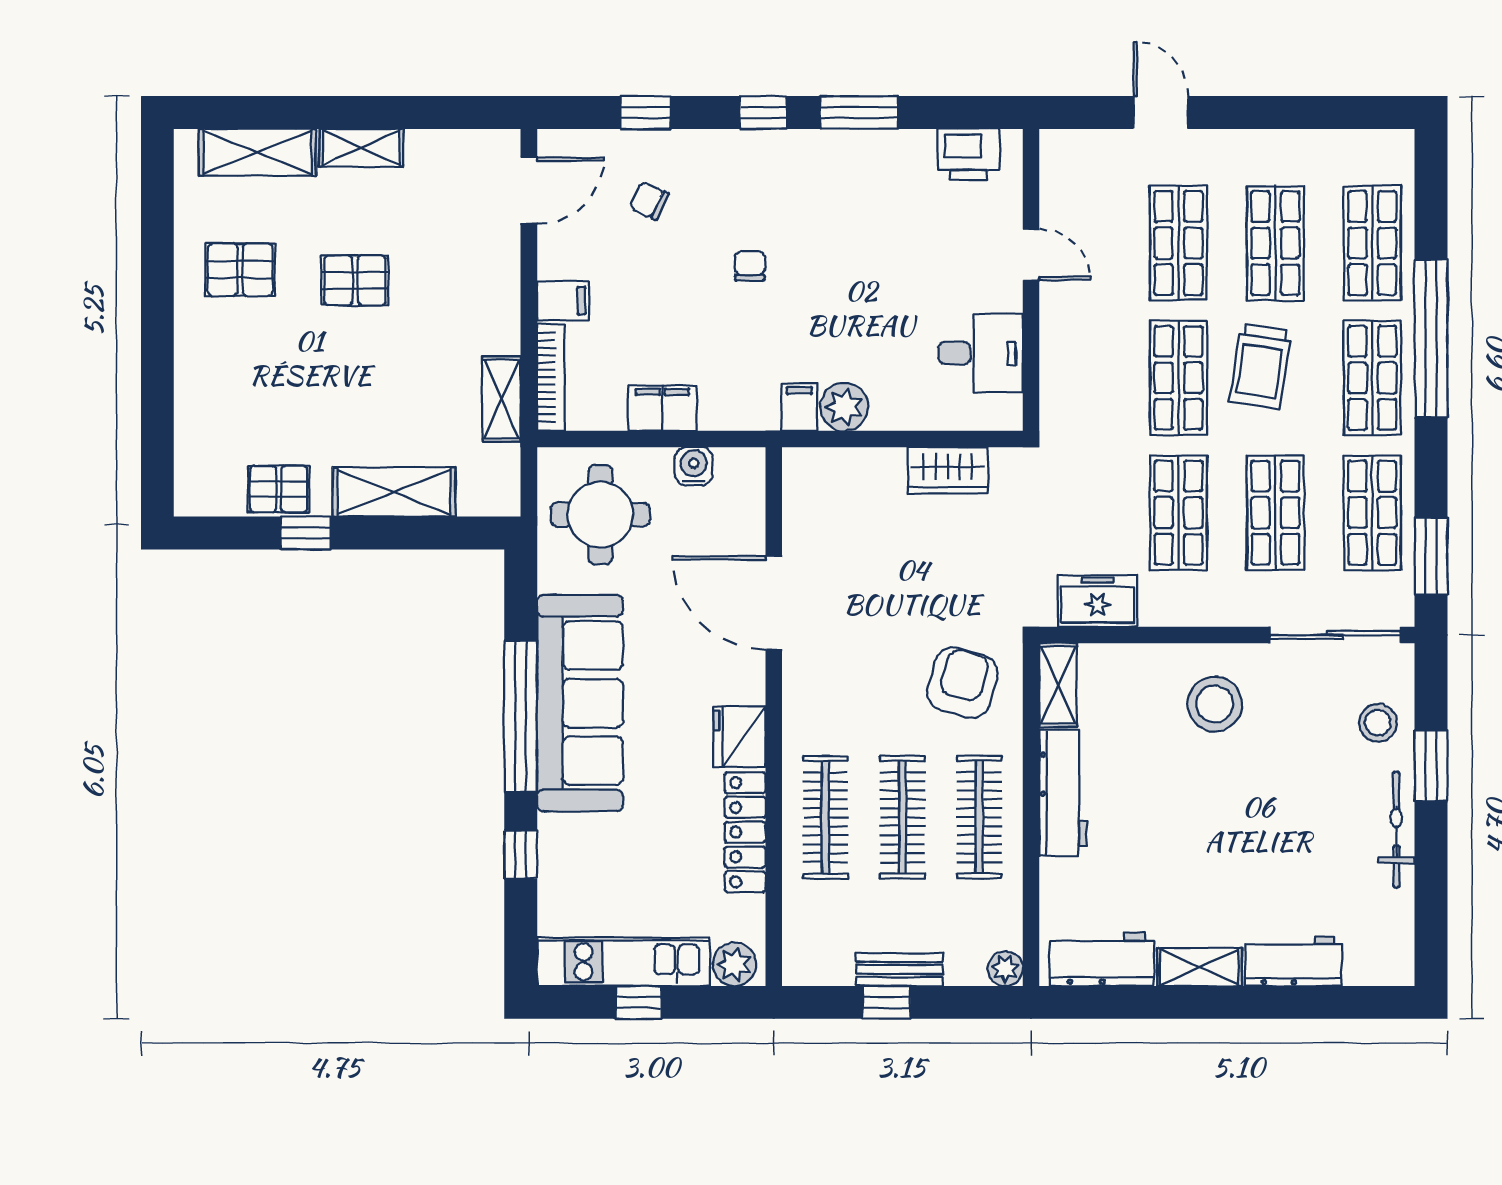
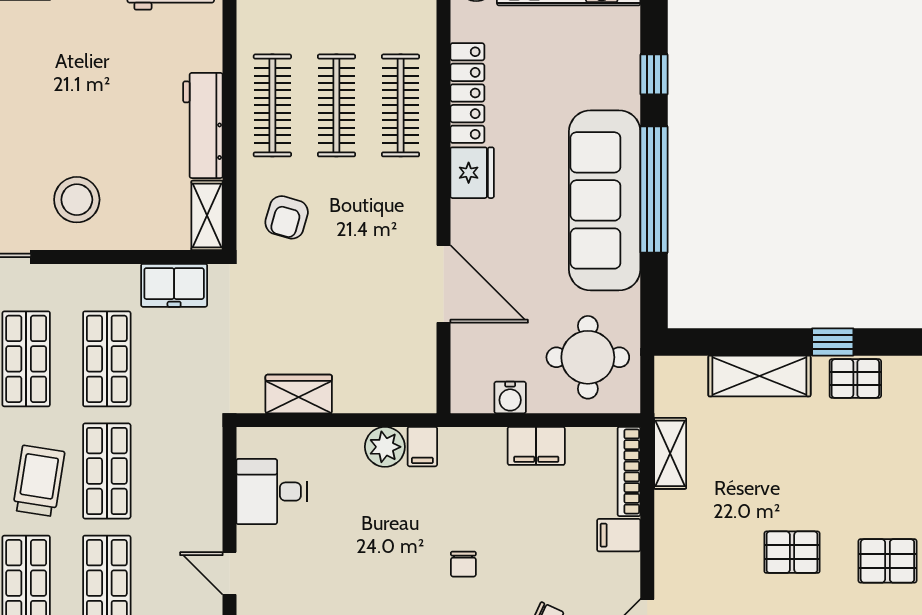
armchair: (962, 683) -> (287, 217), width x0.72, depth x0.72

